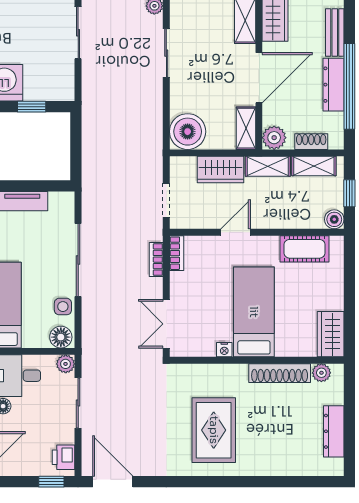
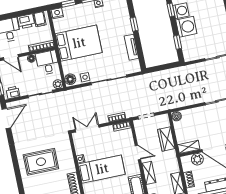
boiler: (188, 132) -> (176, 116), width x0.54, depth x0.54
plant: (274, 138) -> (197, 159), moved
shelving: (268, 166) -> (149, 173), moved

